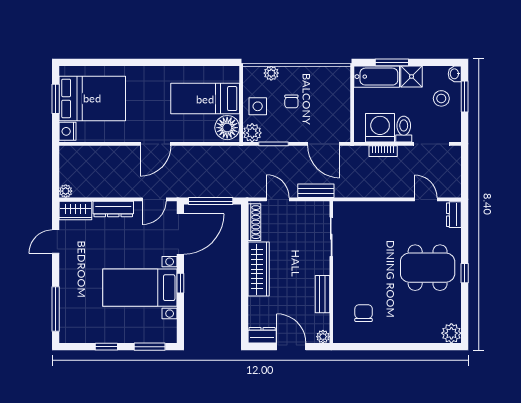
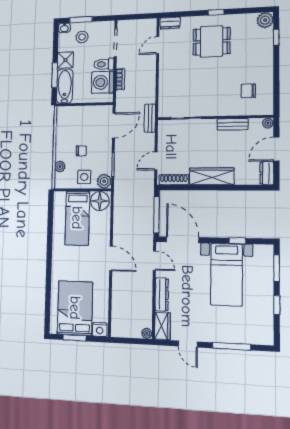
bench: (316, 191) -> (150, 118), moved
dining table: (428, 268) -> (212, 41), width x0.73
window: (180, 283) -> (237, 241), moved
window: (56, 309) -> (231, 346), moved
window: (429, 347) -> (276, 37), added

